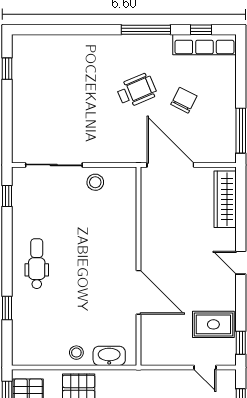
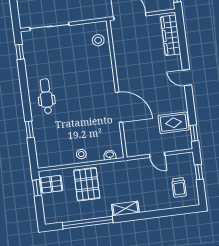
stool: (95, 182) -> (98, 40), moved
washbasin: (109, 356) -> (110, 155), width x0.52, depth x0.69
door: (205, 367) -> (157, 155), moved

